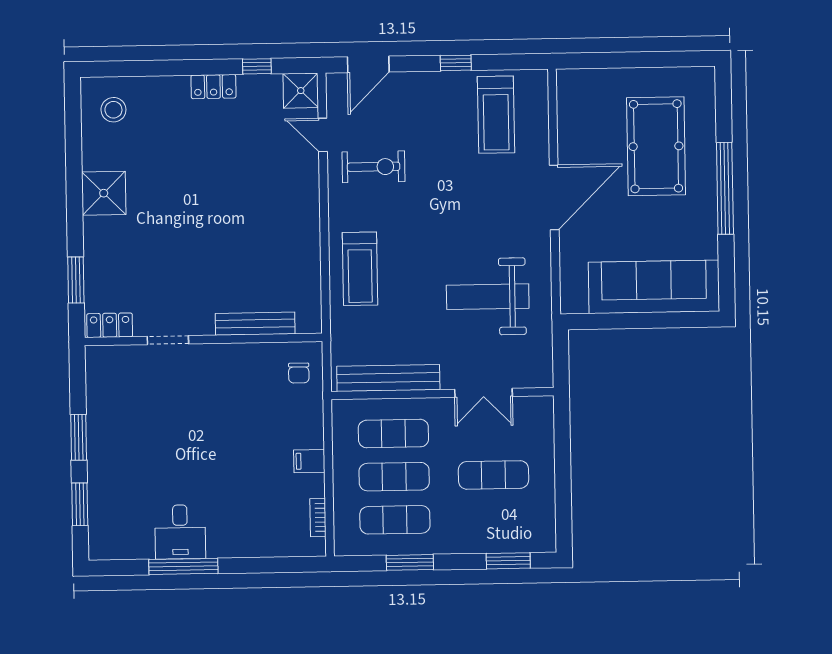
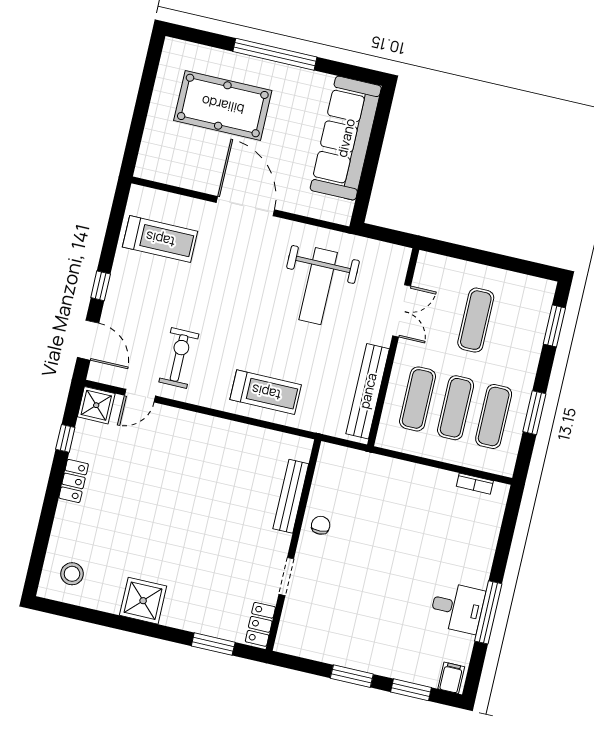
window: (456, 63) -> (101, 286), moved
chair: (299, 373) -> (321, 525), moved, turned -93
filing cabinet: (309, 461) -> (451, 678), moved, turned 180

